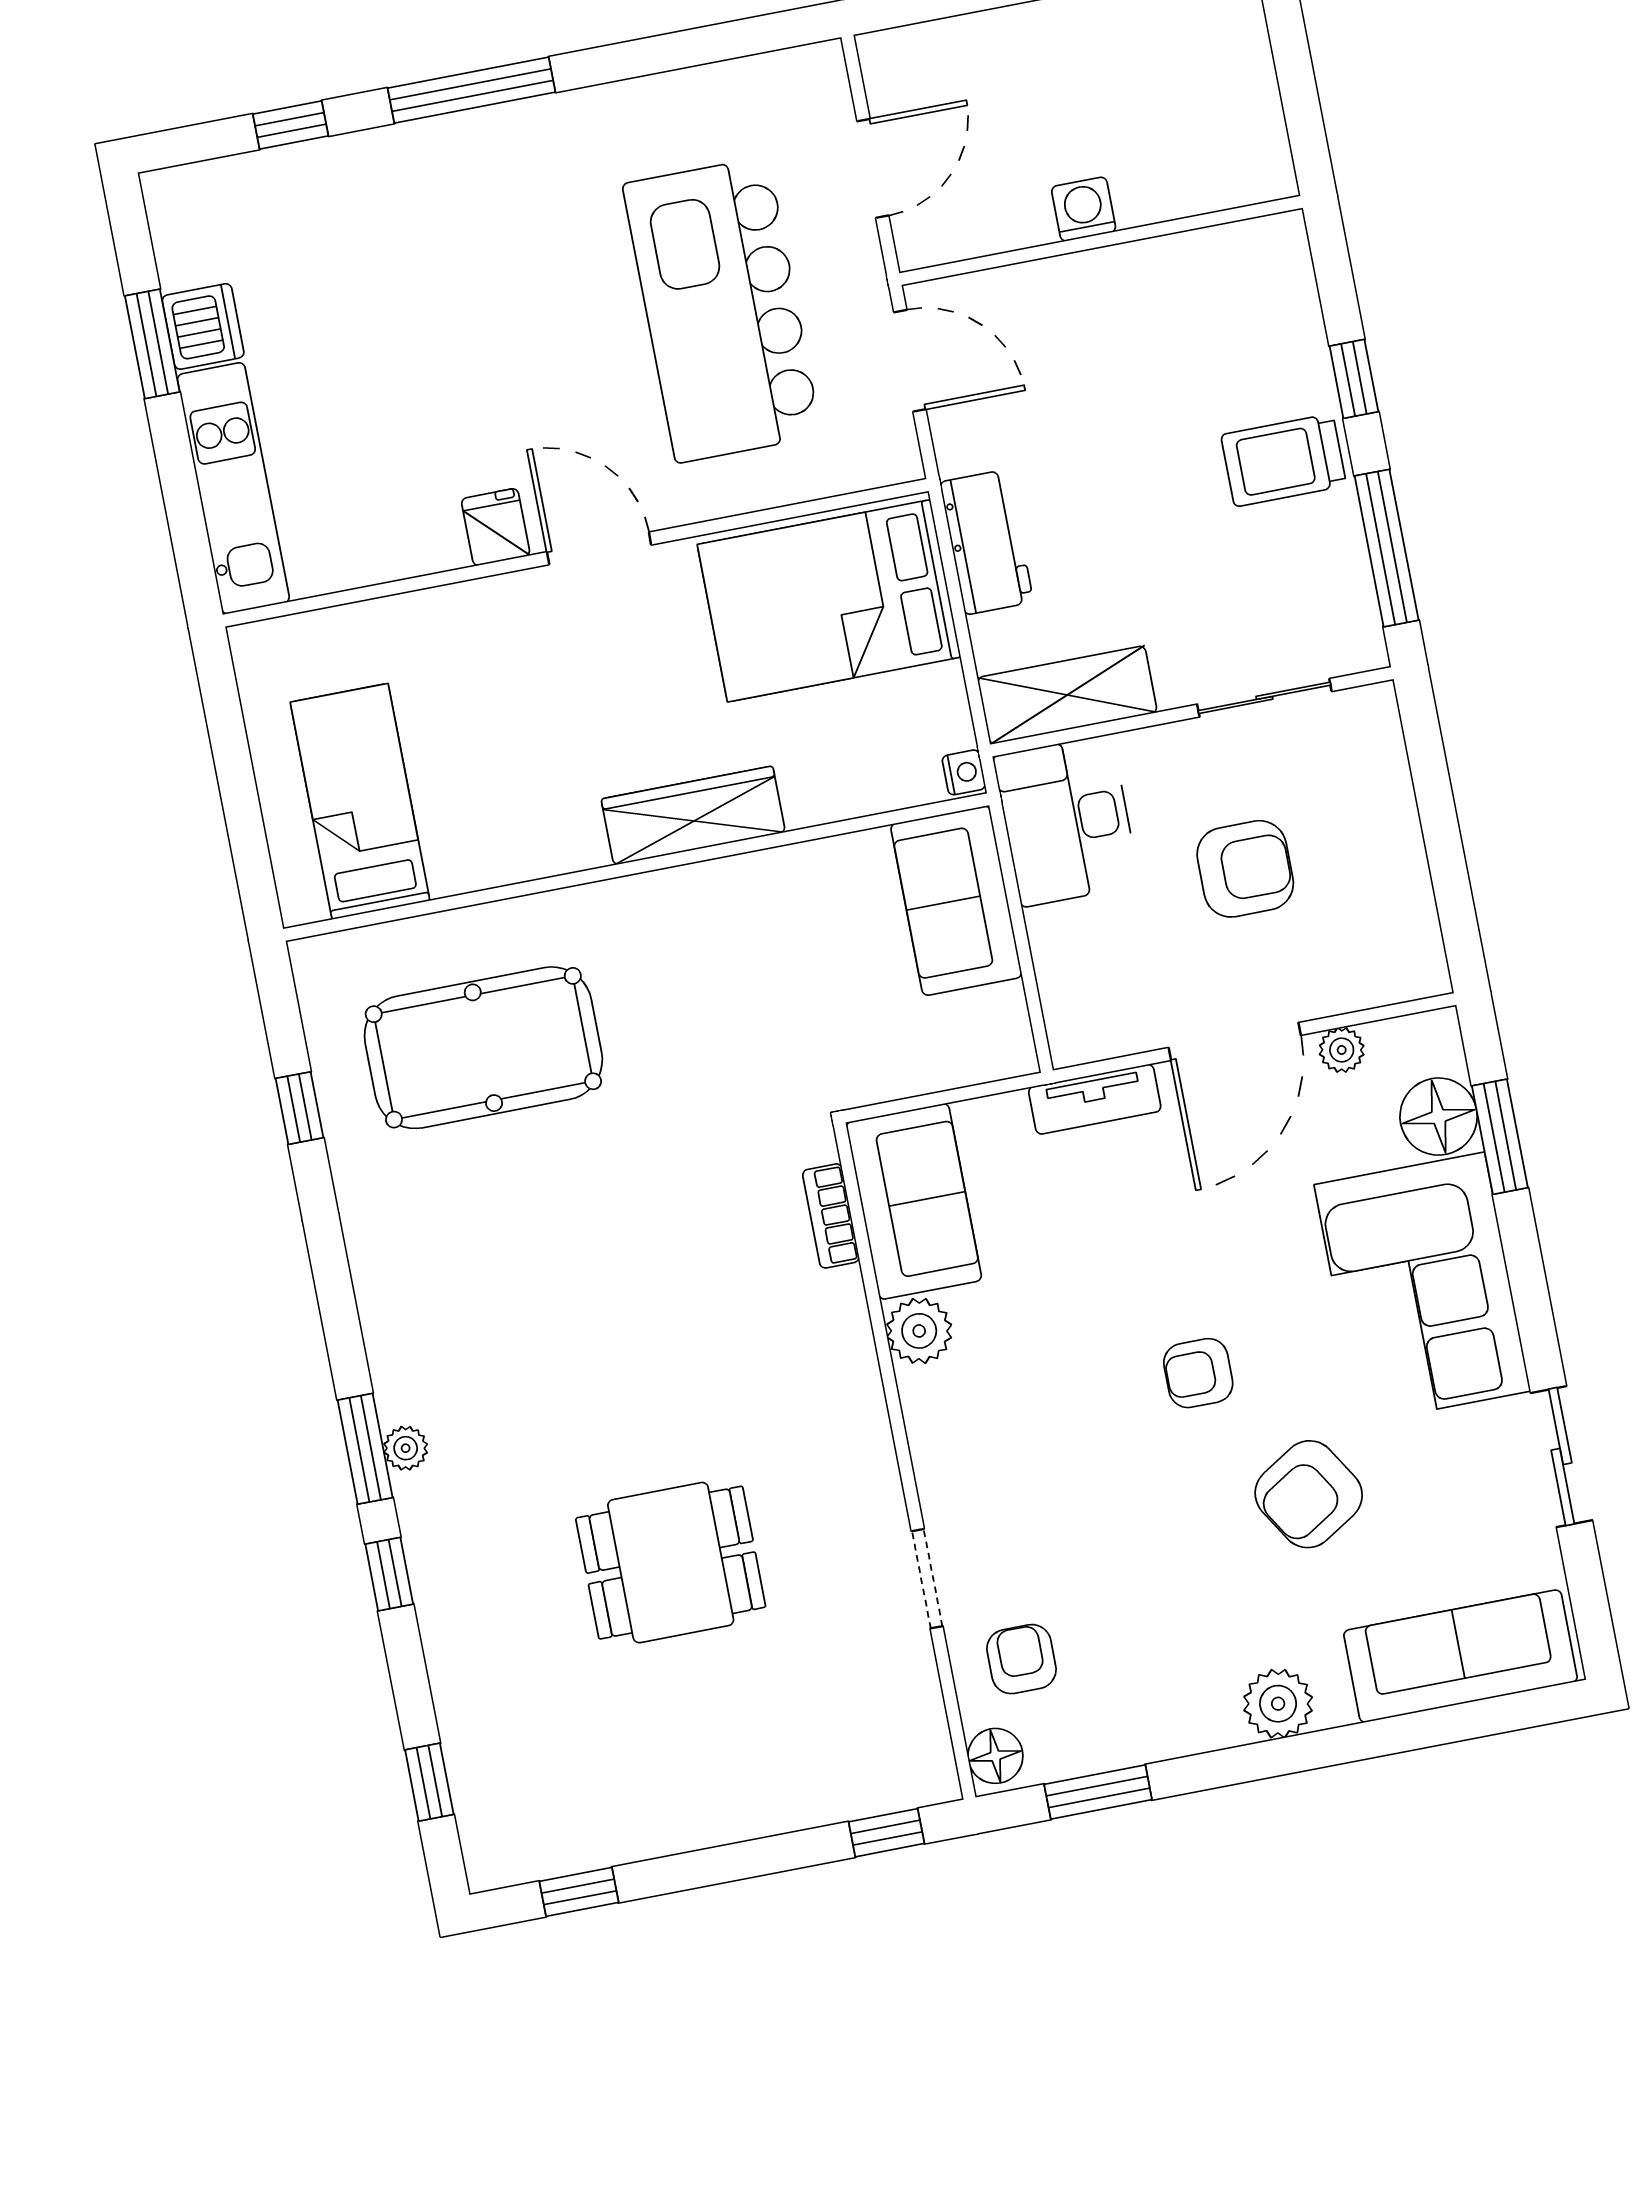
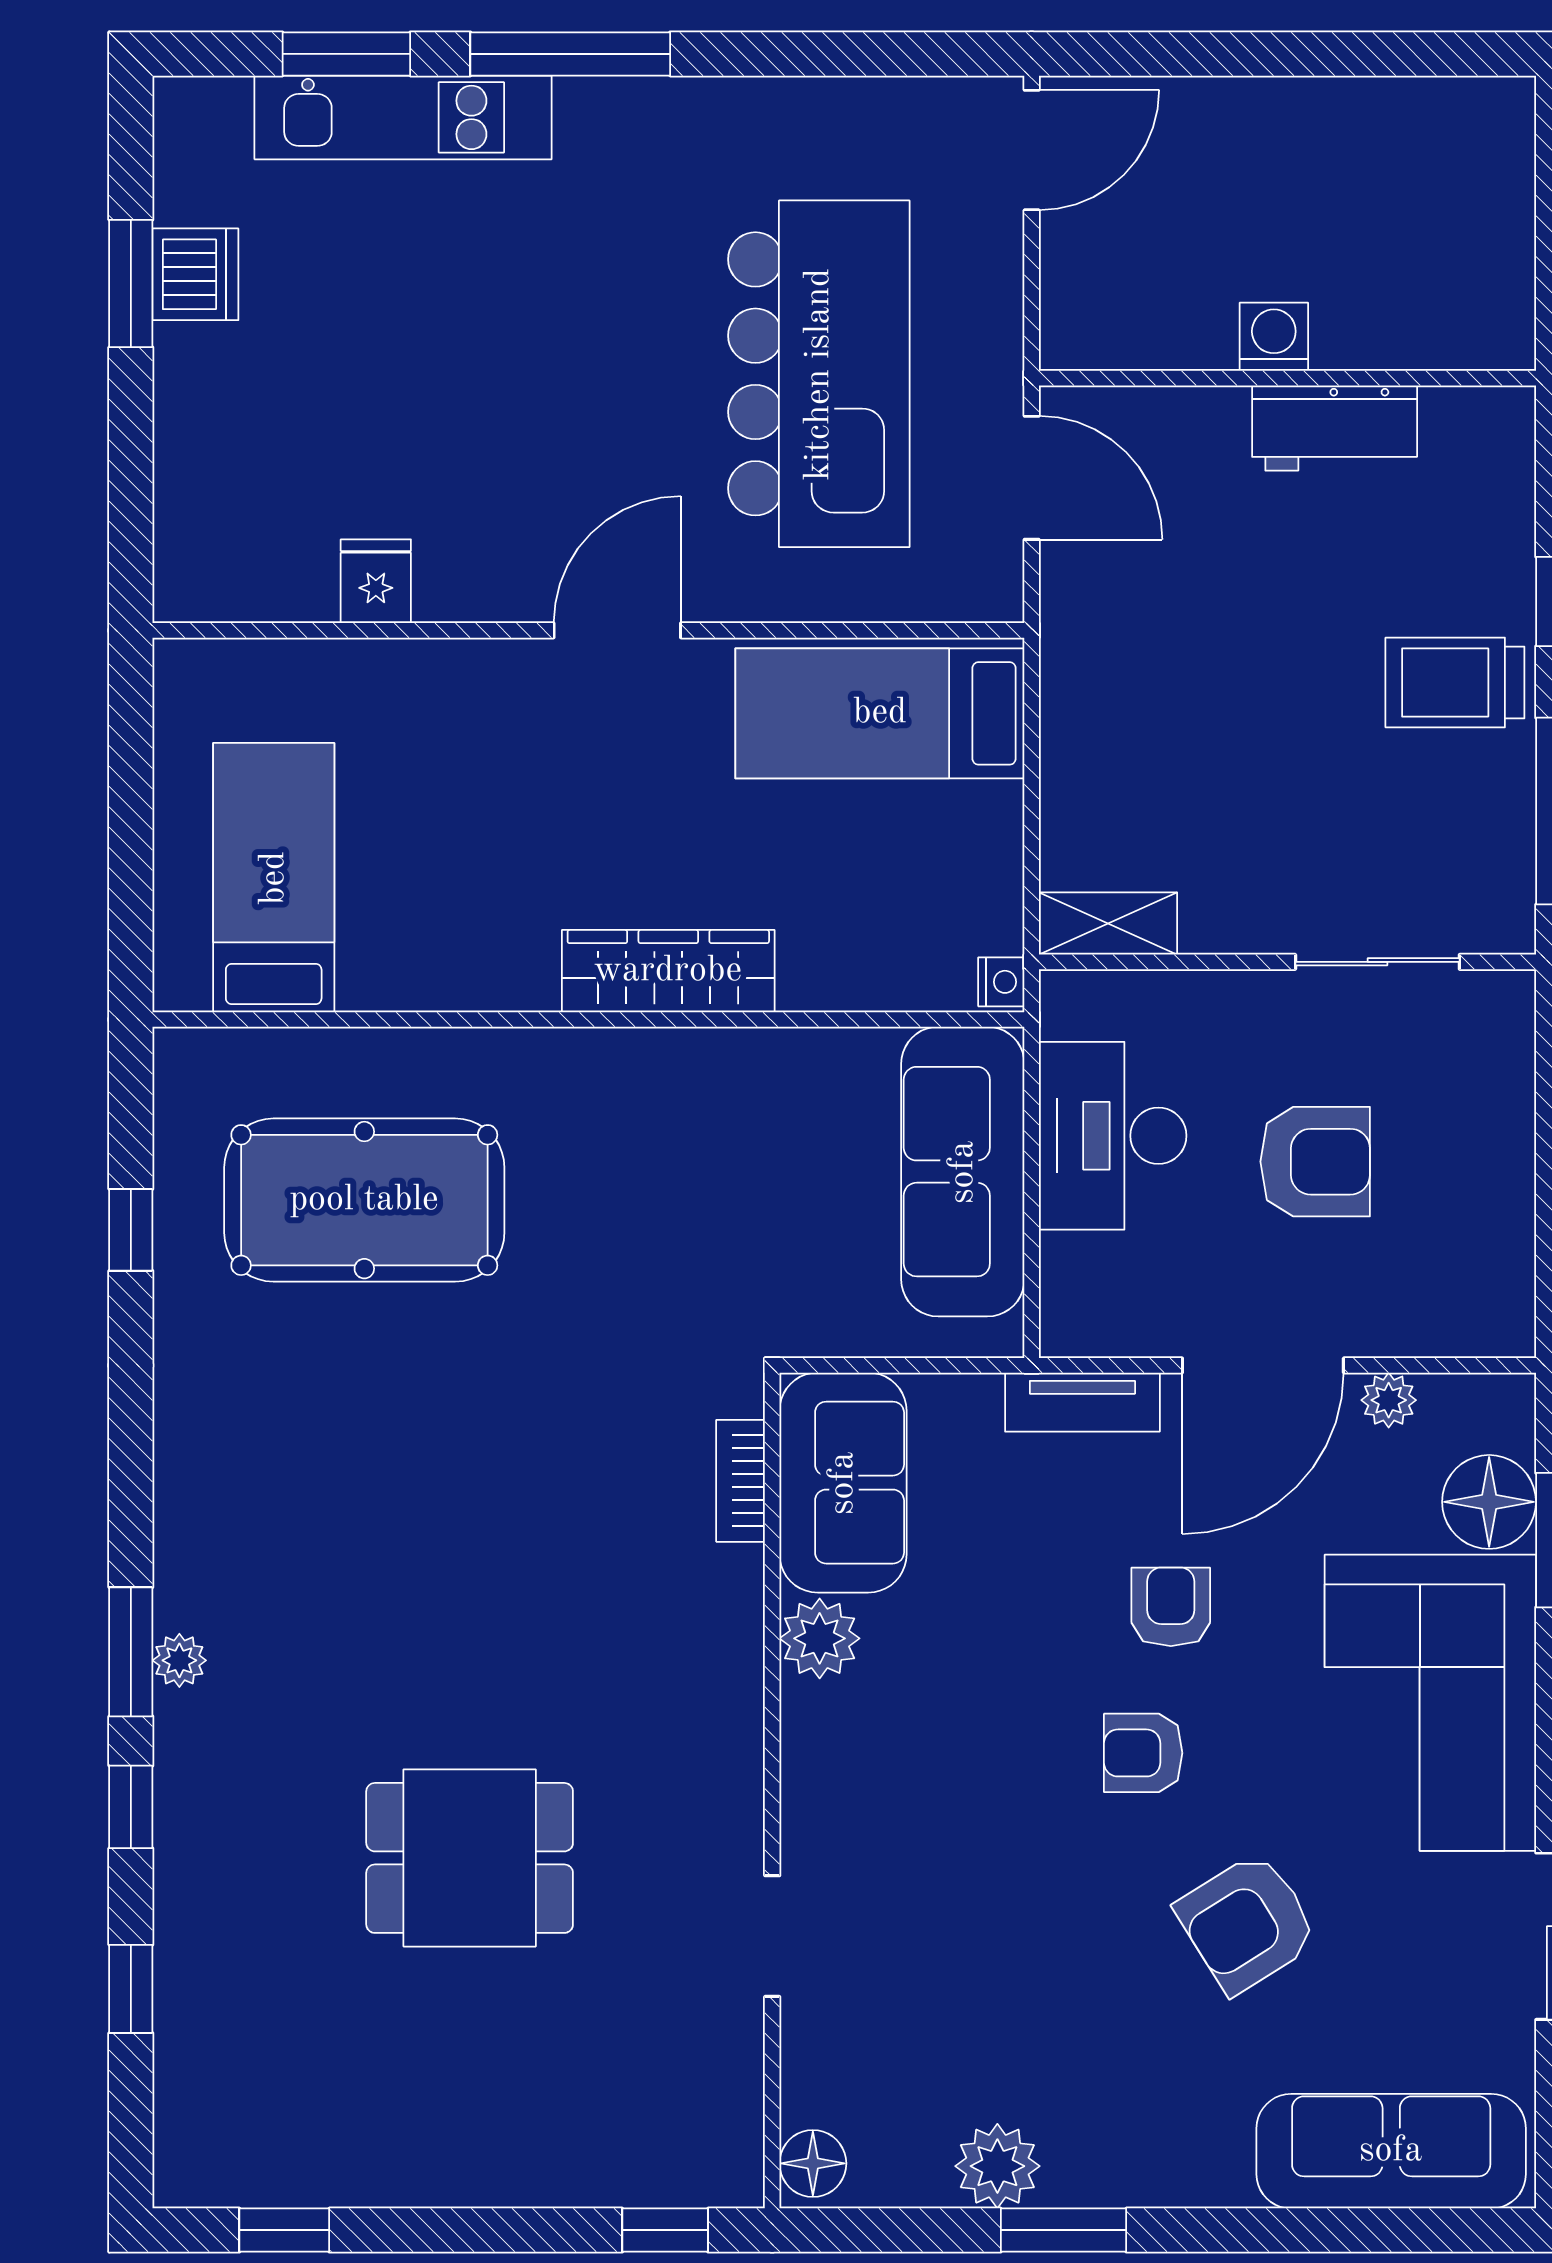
window: (291, 125) -> (346, 54), width x1.50
door: (873, 168) -> (1032, 150), moved
kitchen island: (722, 310) -> (819, 374), turned 180
kitchen unit: (233, 488) -> (403, 117), moved, turned 90
fridge: (496, 527) -> (376, 581), moved
workbench: (987, 542) -> (1335, 428), moved, turned 90
door: (599, 548) -> (617, 630), hinge flipped
bed: (829, 601) -> (880, 713), width x0.67
shelving: (1067, 695) -> (1108, 924), width x0.67, depth x0.75
desk: (1066, 821) -> (1113, 1136), moved
sofa: (956, 901) -> (963, 1172), width x1.36
armchair: (1022, 1659) -> (1171, 1607), moved
plant: (1278, 1704) -> (997, 2166), moved
window: (429, 1782) -> (131, 1989), moved
window: (1098, 1792) -> (1064, 2230), moved

